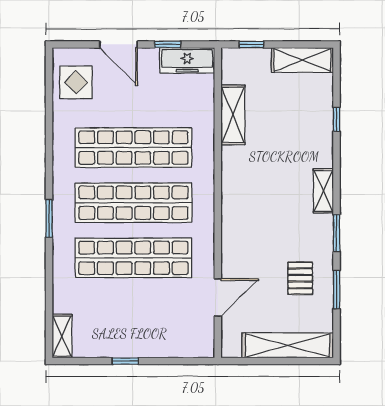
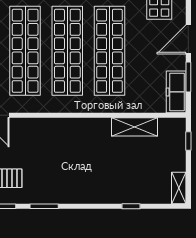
window: (168, 44) -> (188, 77), width x1.50
shelving: (302, 60) -> (179, 188), width x0.67, depth x0.75
shelving: (323, 191) -> (76, 196), removed

